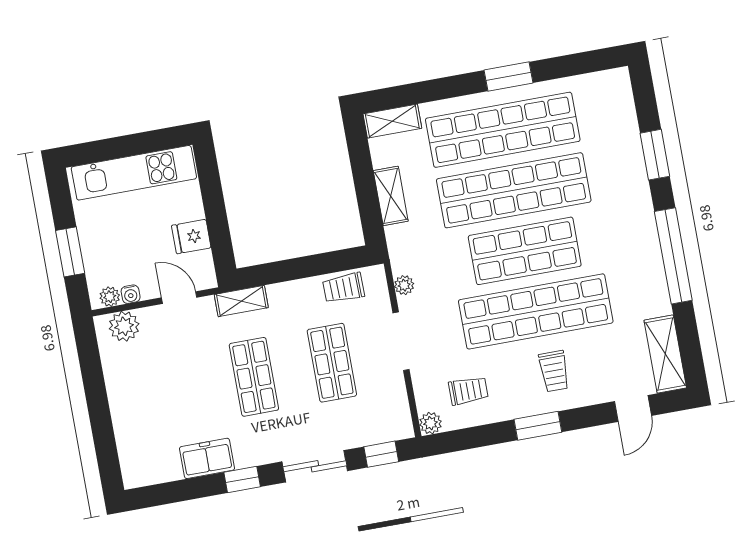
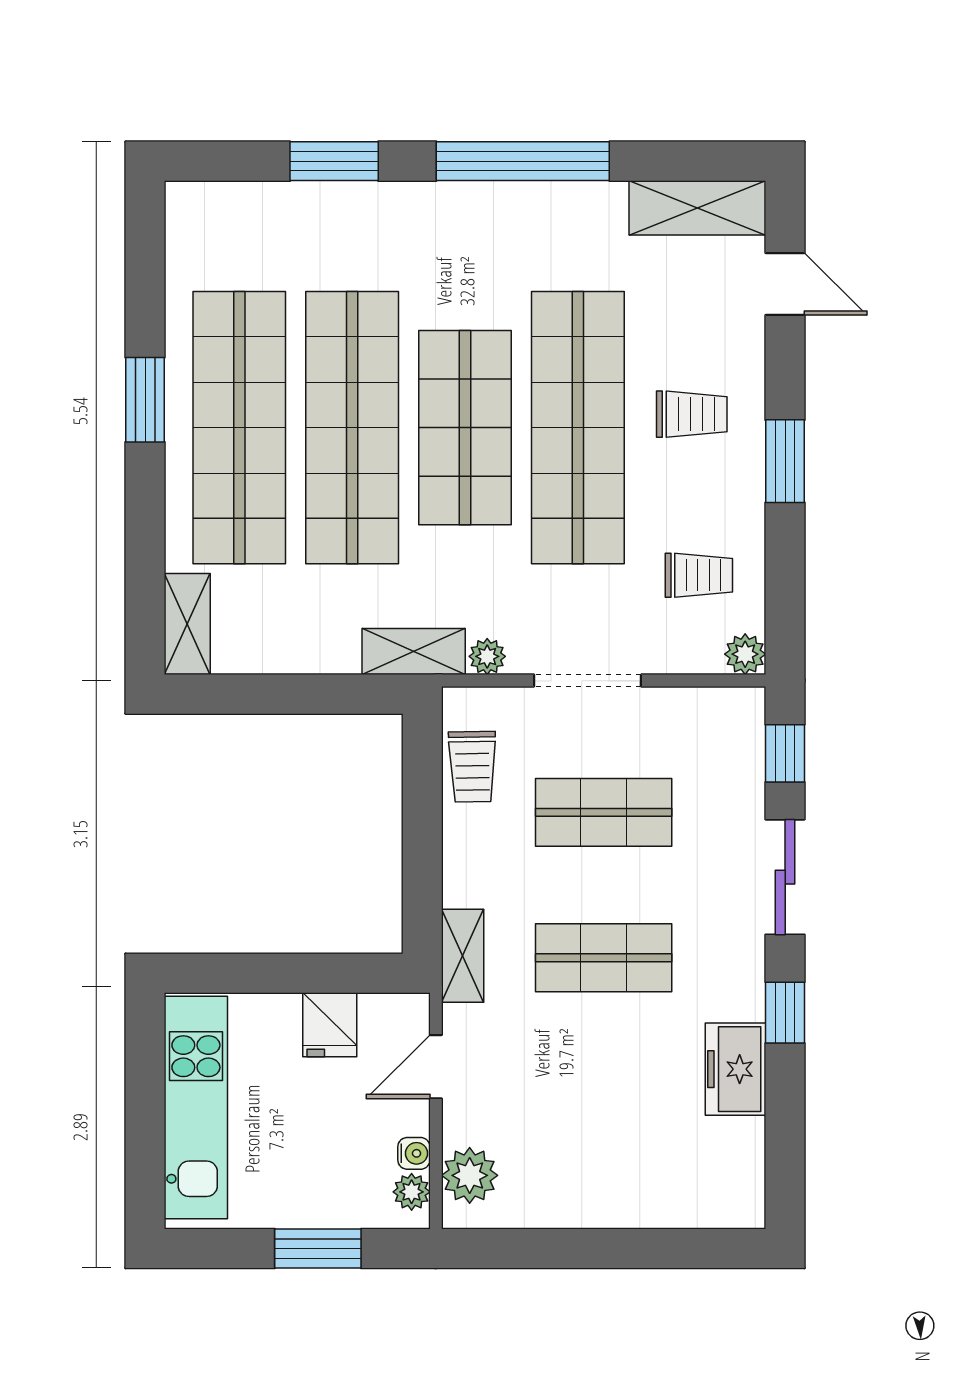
shelving: (391, 196) -> (414, 652), moved
trolley: (468, 391) -> (699, 575), turned 90

